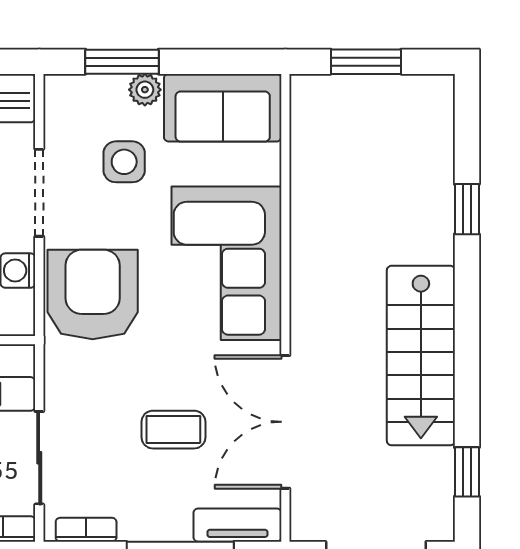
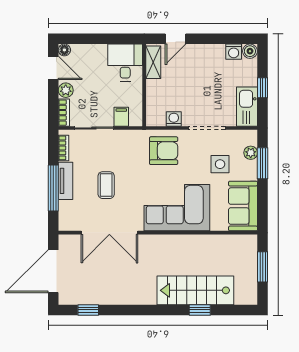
plant: (145, 90) -> (251, 153), moved
armchair: (93, 294) -> (164, 151), width x0.73, depth x0.73
stairs: (421, 356) -> (195, 290), moved
double door: (285, 422) -> (109, 233), swing flipped
tv unit: (237, 525) -> (66, 181), moved

